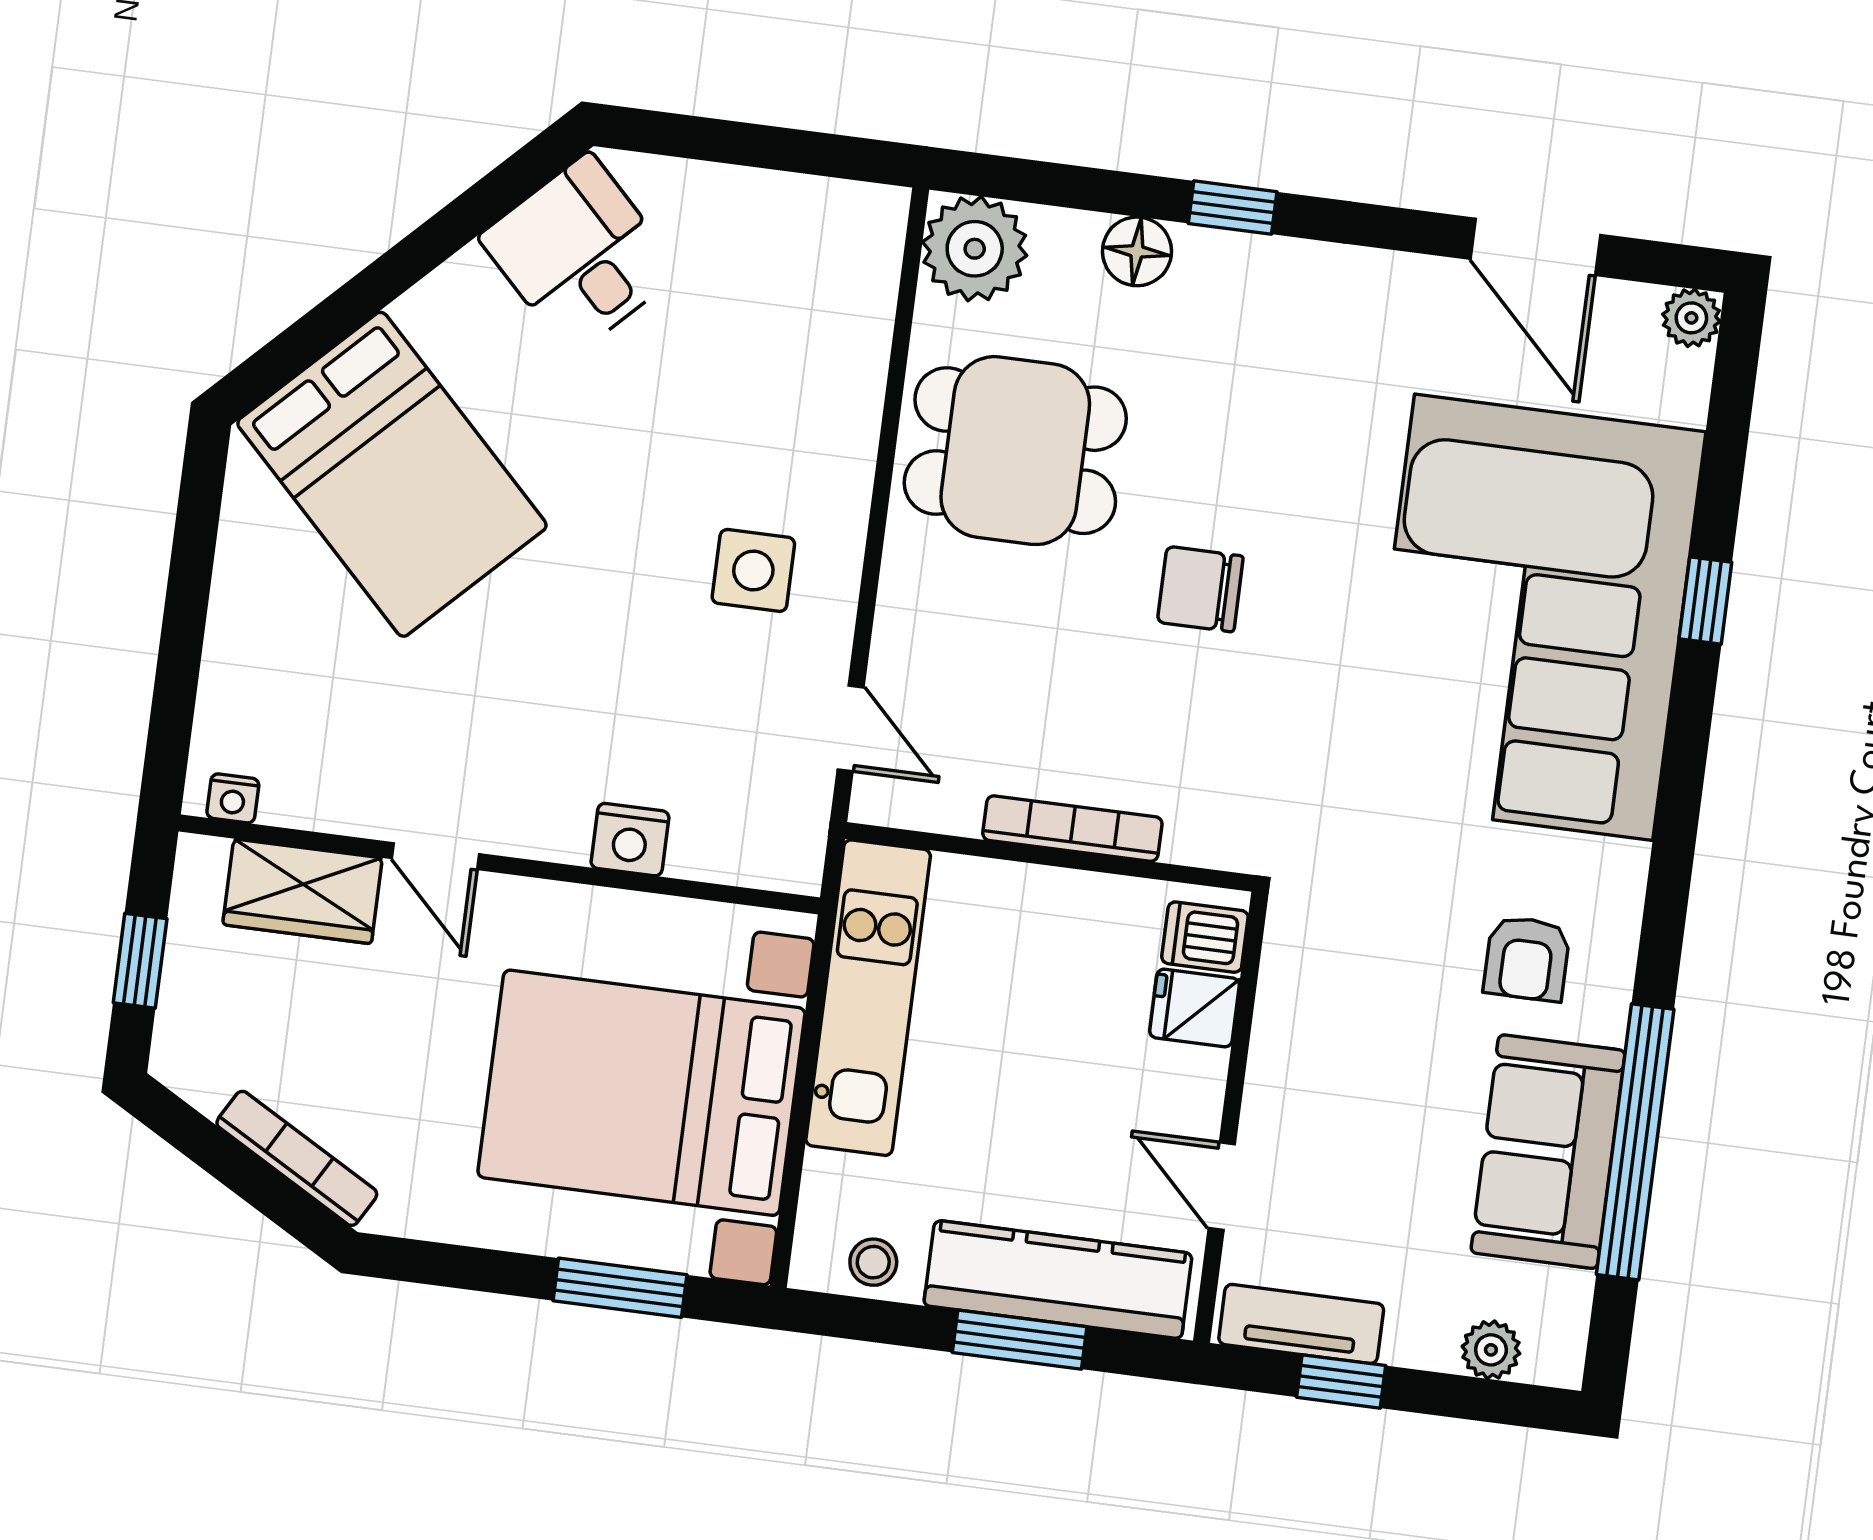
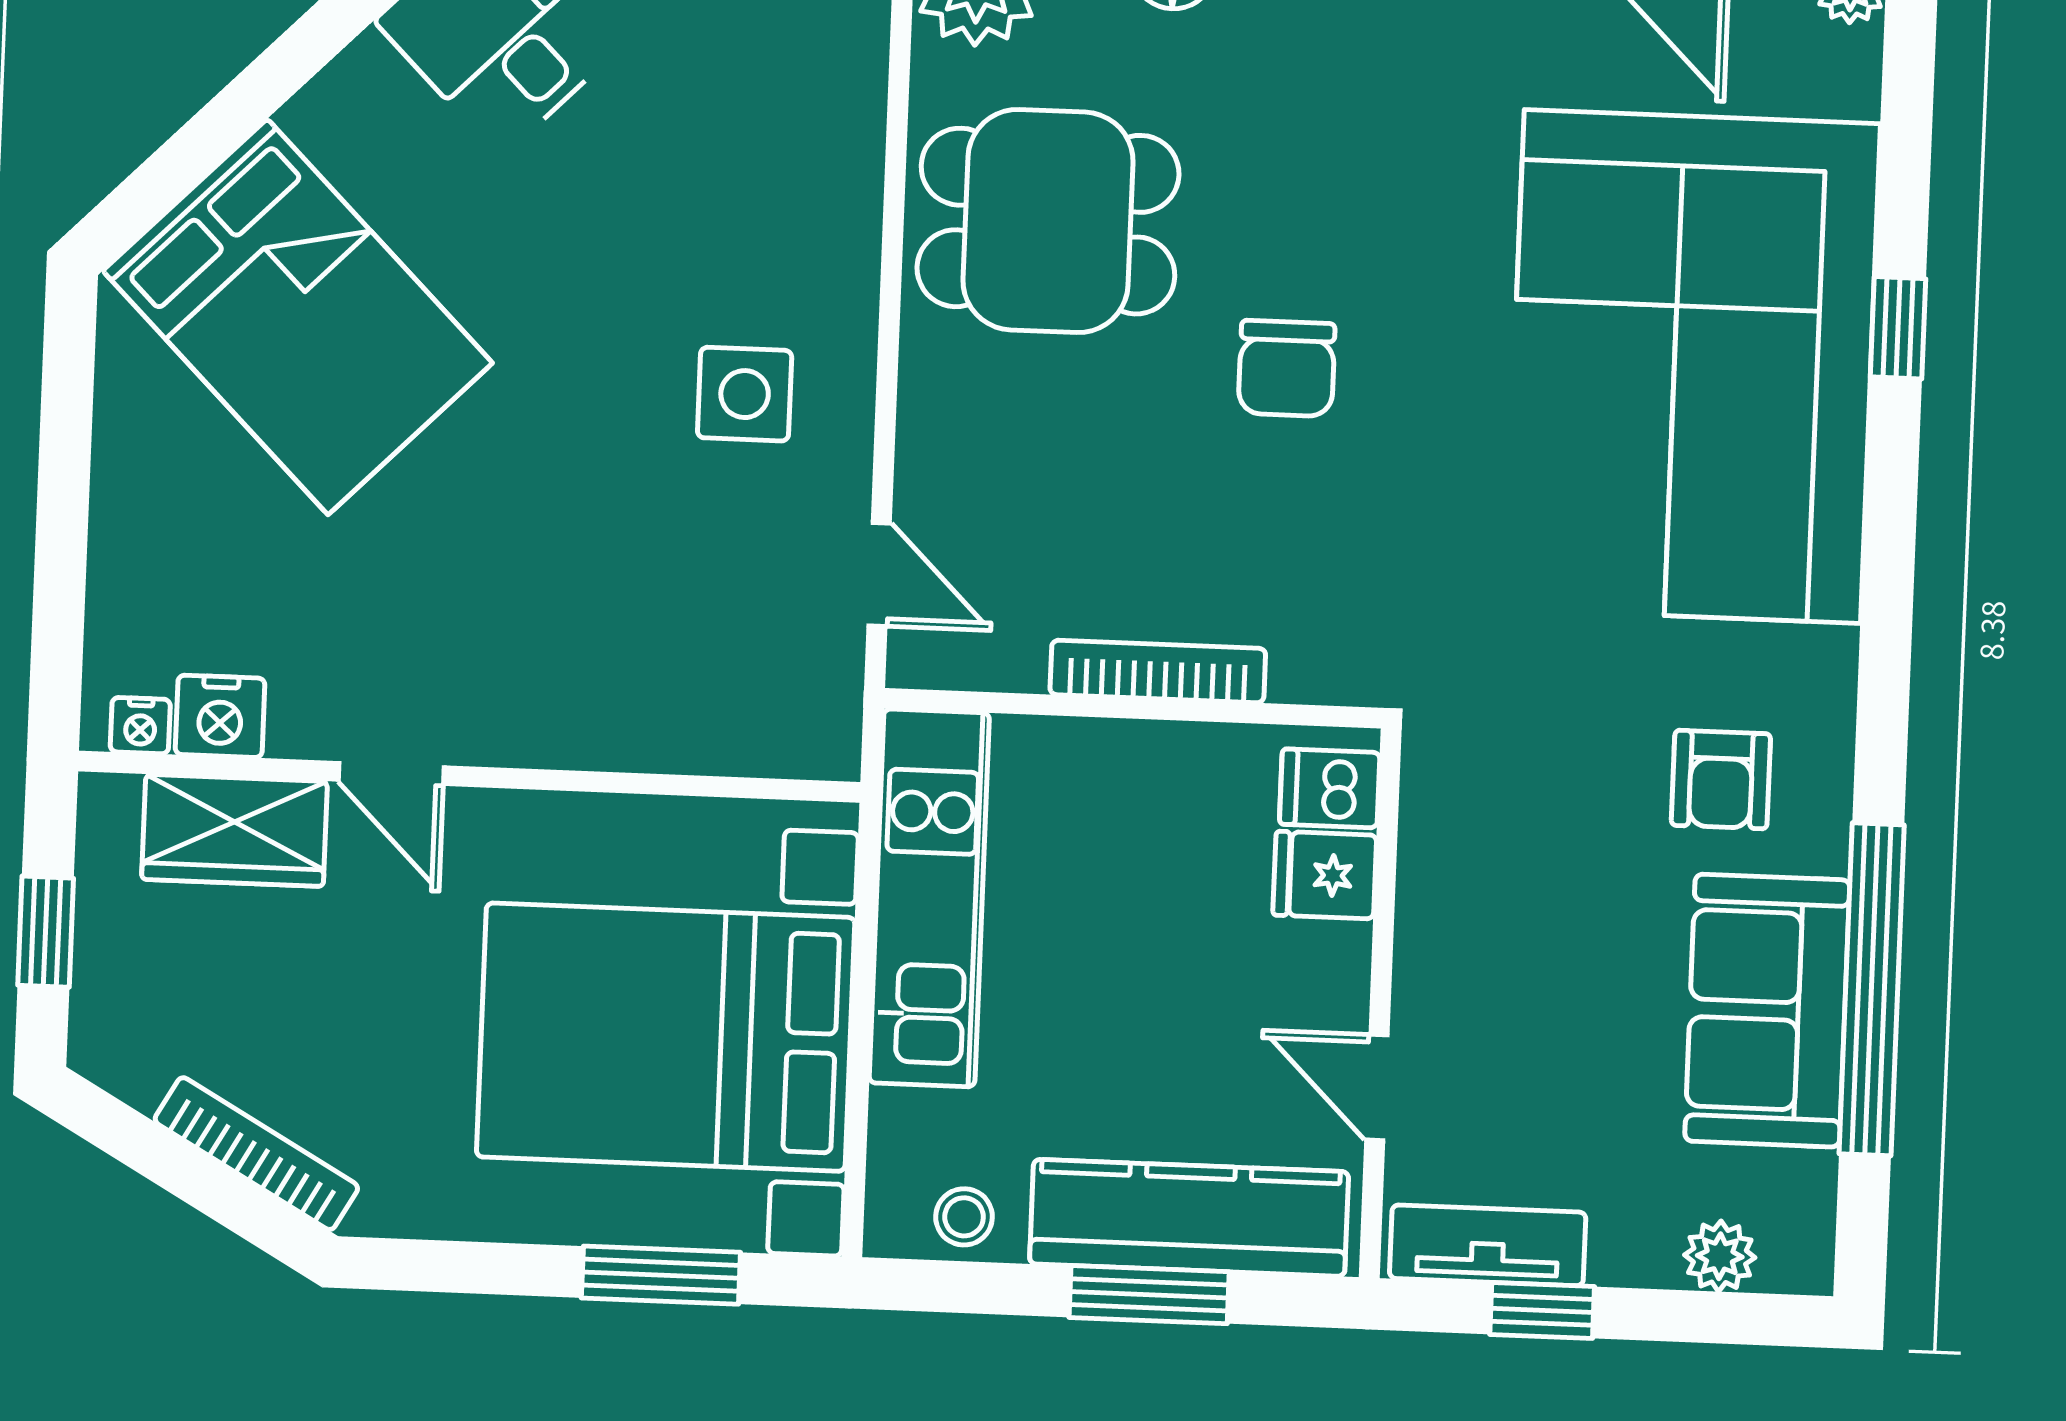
chair: (1200, 589) -> (1287, 368), turned -90
nightstand: (630, 840) -> (220, 716), moved

